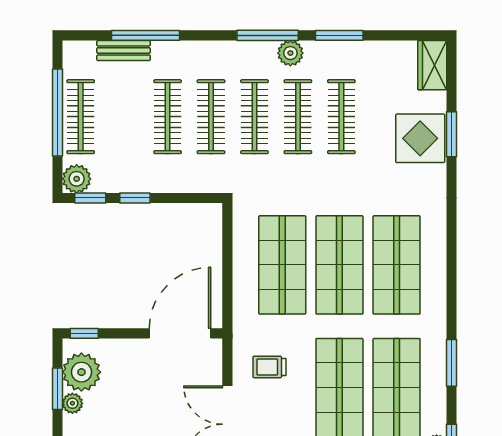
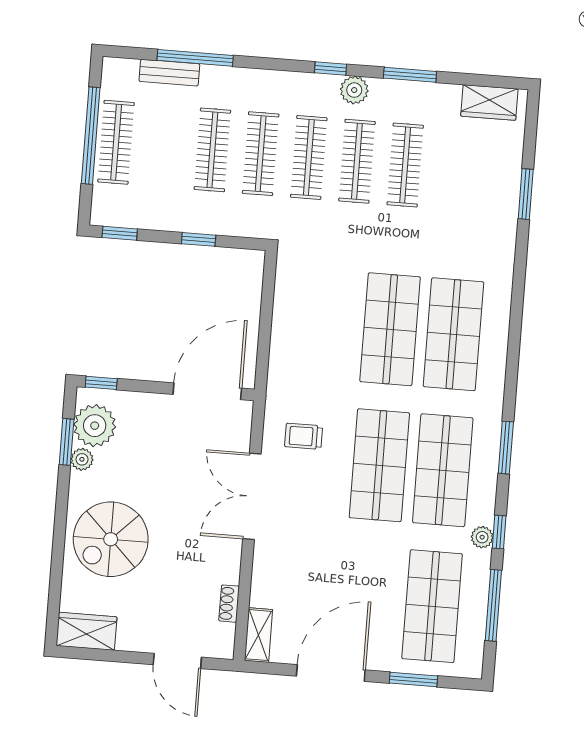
window: (268, 35) -> (331, 68), width x0.46
wardrobe: (432, 65) -> (489, 103), moved, turned -90
display table: (420, 138) -> (491, 196), removed
plant: (77, 179) -> (106, 211), removed
window: (135, 198) -> (199, 239), moved
shop shelf: (282, 265) -> (327, 324), removed

